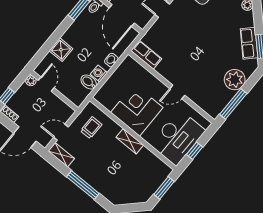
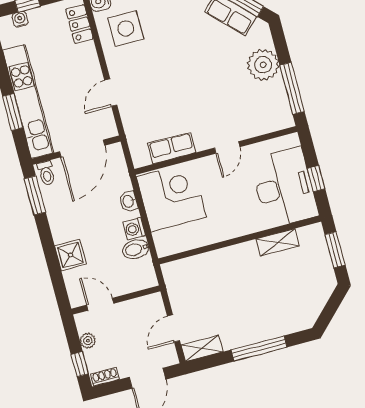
door: (122, 15) -> (82, 148), hinge flipped
row of seats: (146, 55) -> (172, 148), moved
plant: (31, 81) -> (88, 341), moved
corner desk: (137, 110) -> (171, 197), moved, turned 90
trolley: (91, 128) -> (195, 287), removed
shelving: (130, 141) -> (278, 242), moved

